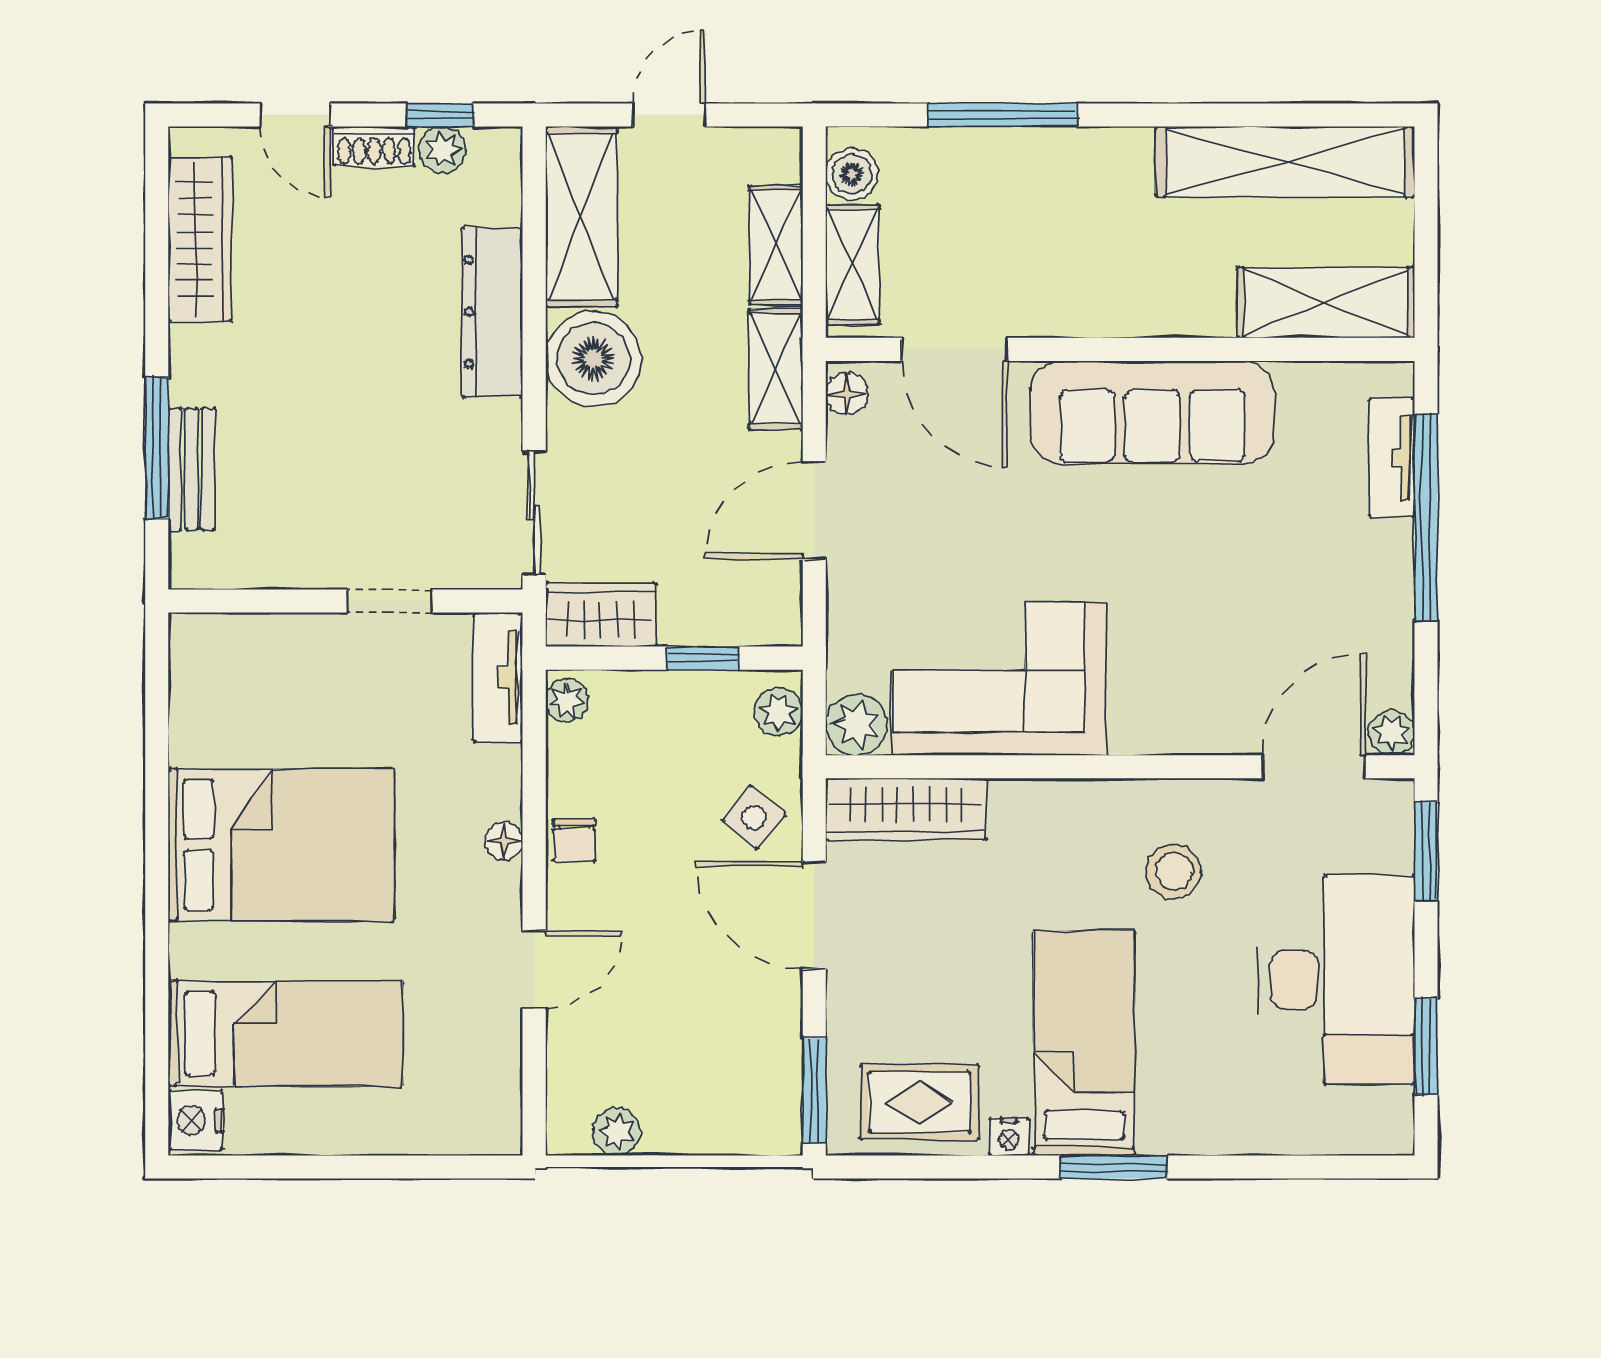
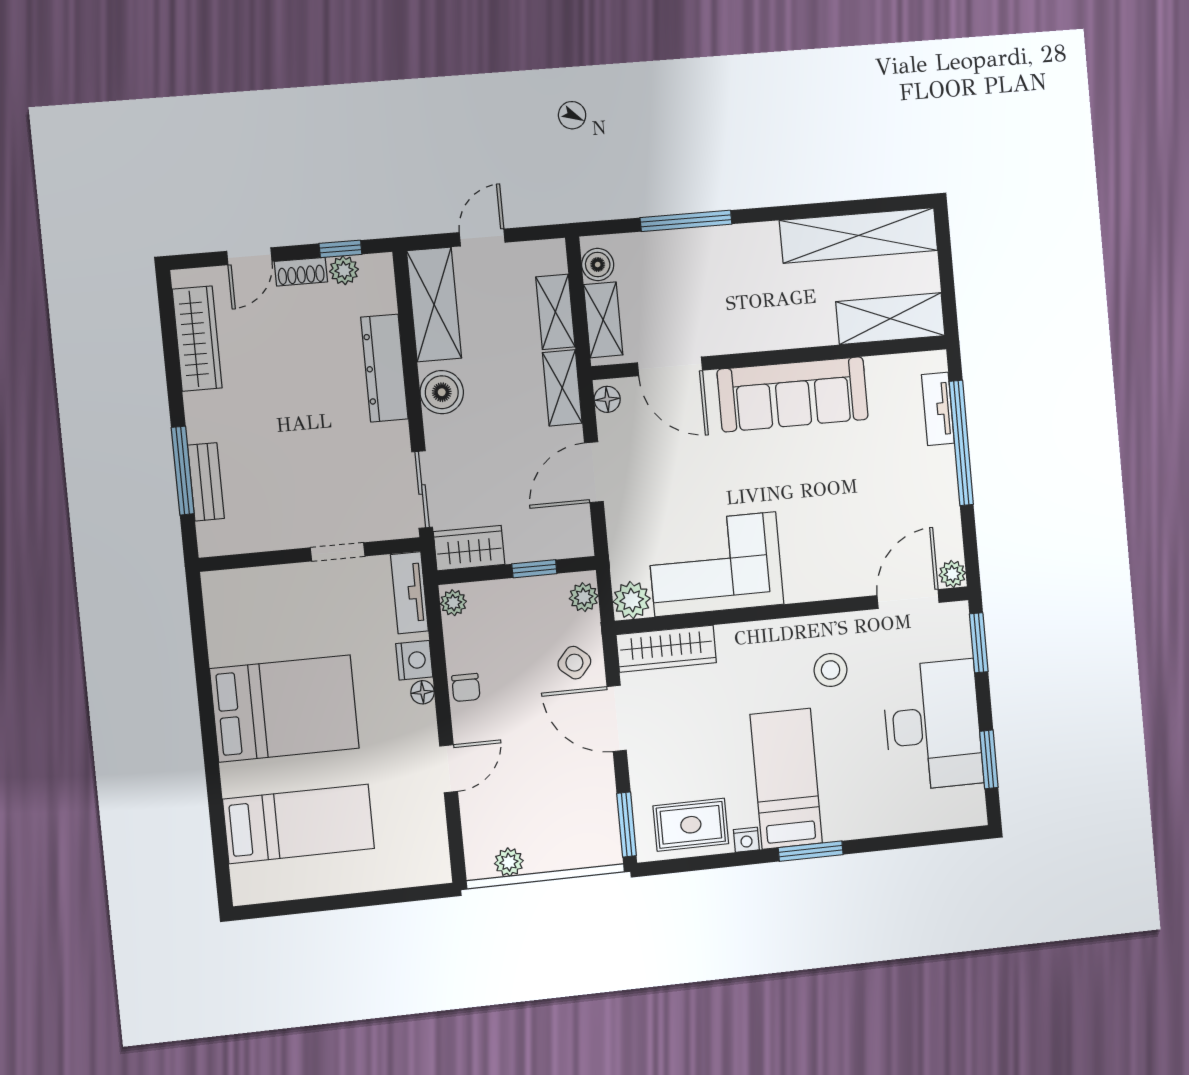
door: (295, 115) -> (249, 256), hinge flipped
boiler: (593, 359) -> (442, 392), width x0.73, depth x0.73
nightstand: (196, 1120) -> (414, 660), moved, turned 180

